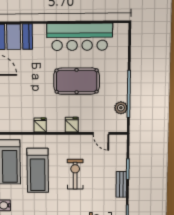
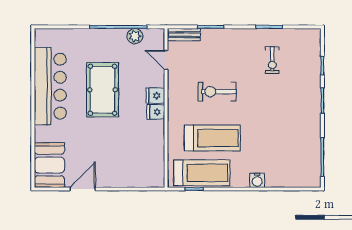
fridge: (40, 125) -> (156, 112), moved
door: (101, 133) -> (166, 60), swing flipped
bench: (121, 184) -> (184, 35), moved

